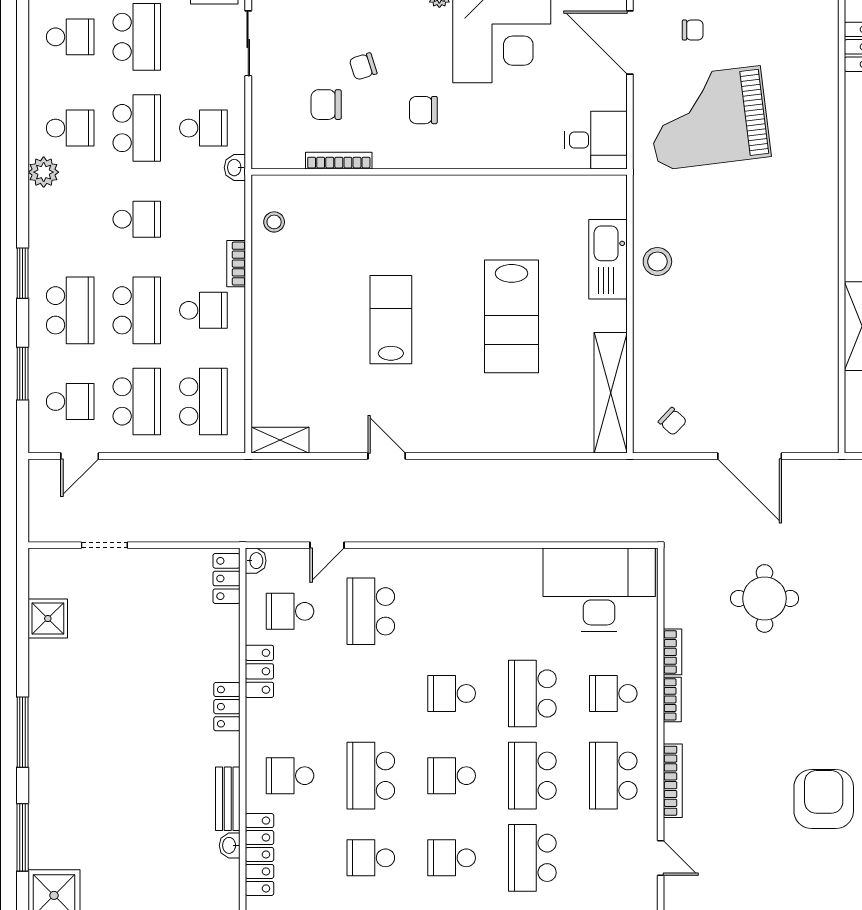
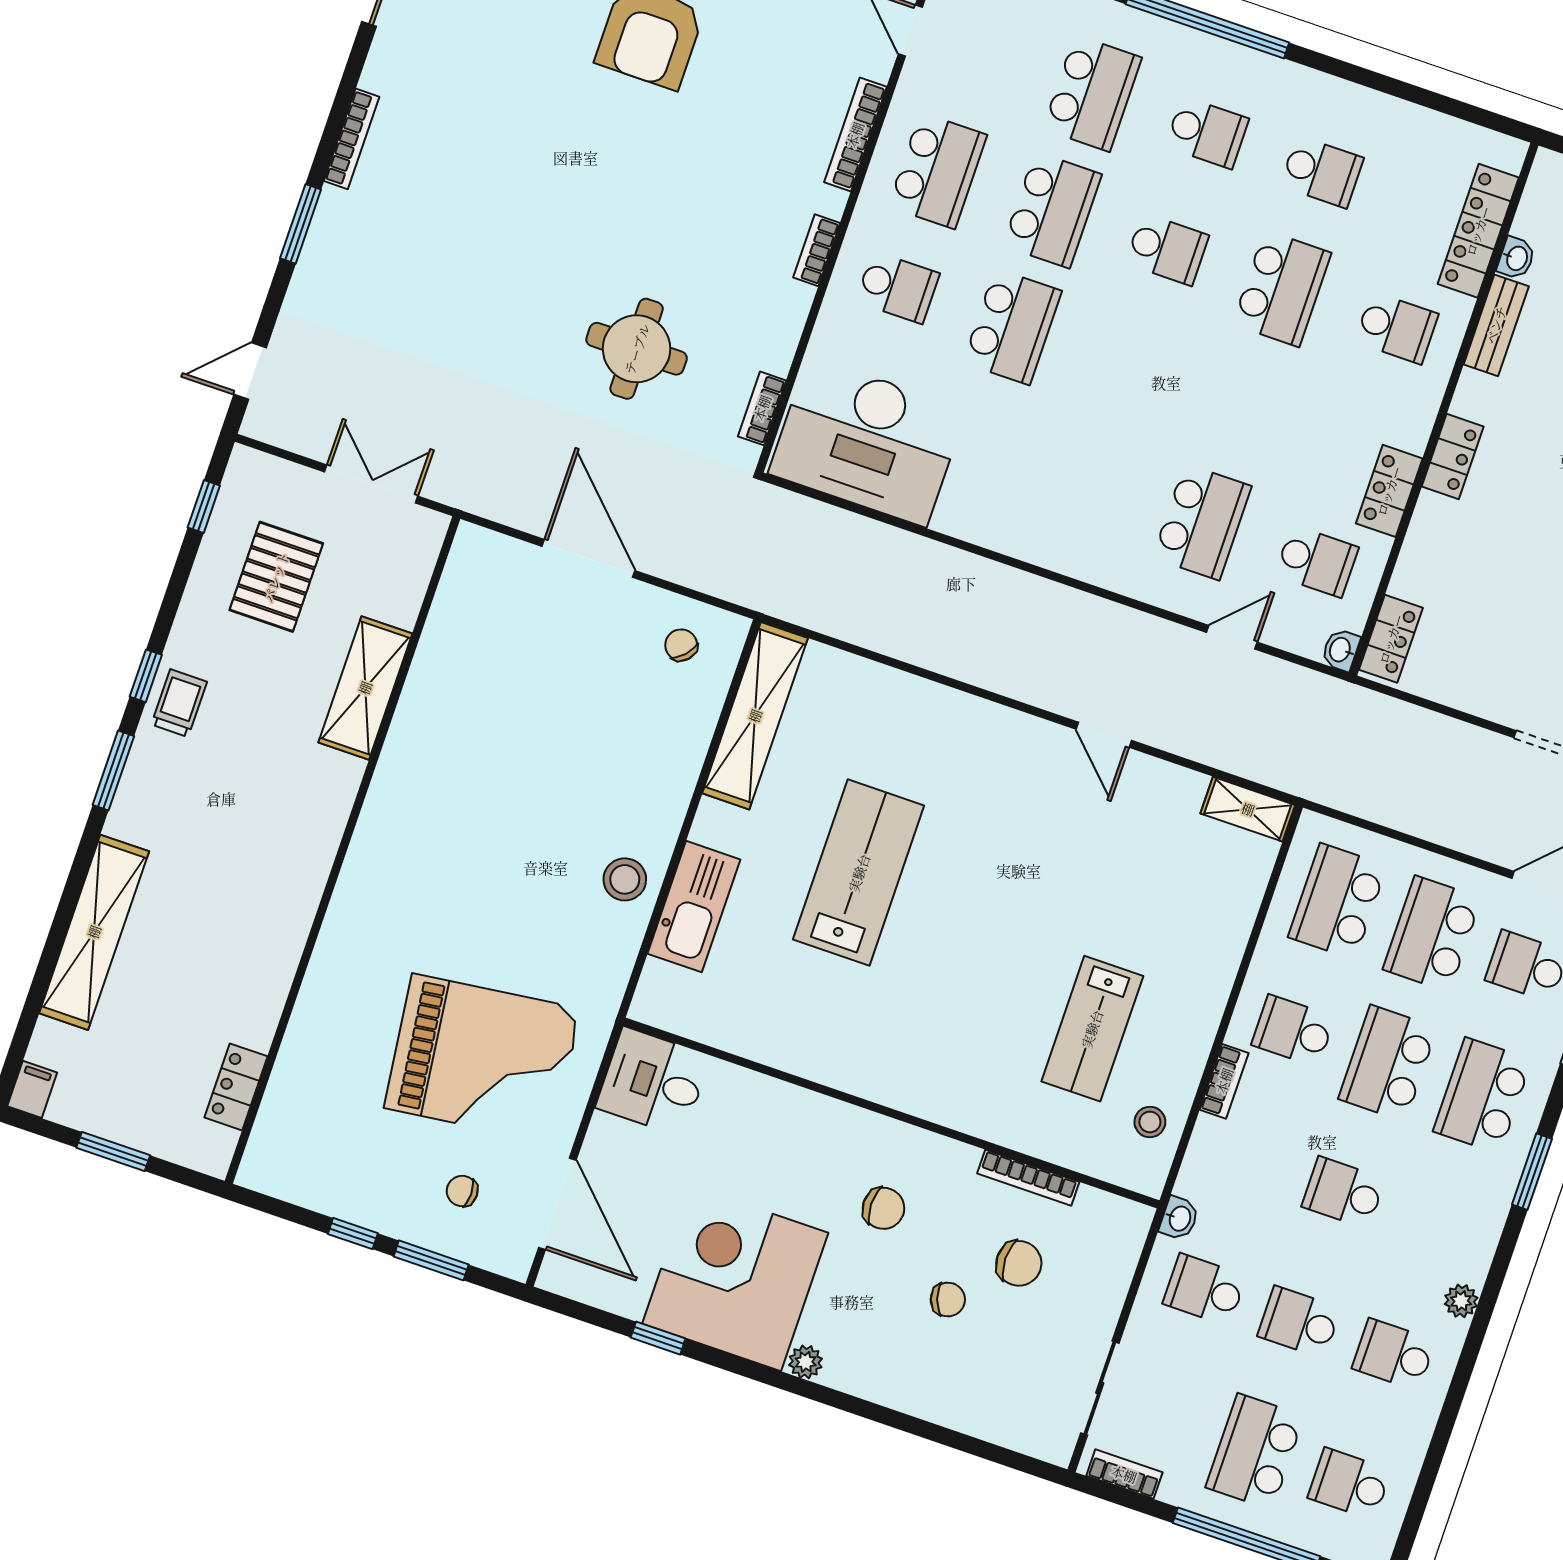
school desk: (137, 128) -> (1299, 1322), width x0.54
plant: (44, 172) -> (1461, 1301), width x0.73, depth x0.73
lab bench: (391, 320) -> (1092, 1029), moved
bookcase: (673, 652) -> (762, 408), moved
school desk: (452, 693) -> (1127, 366), removed

